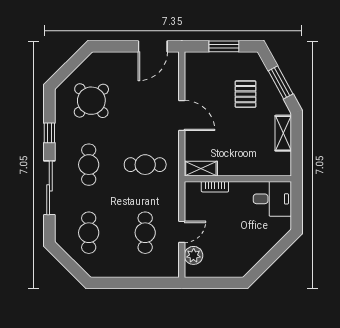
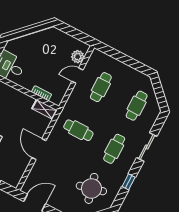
round table: (91, 101) -> (91, 188), turned 30
sliding door: (49, 188) -> (147, 147), width x0.73

